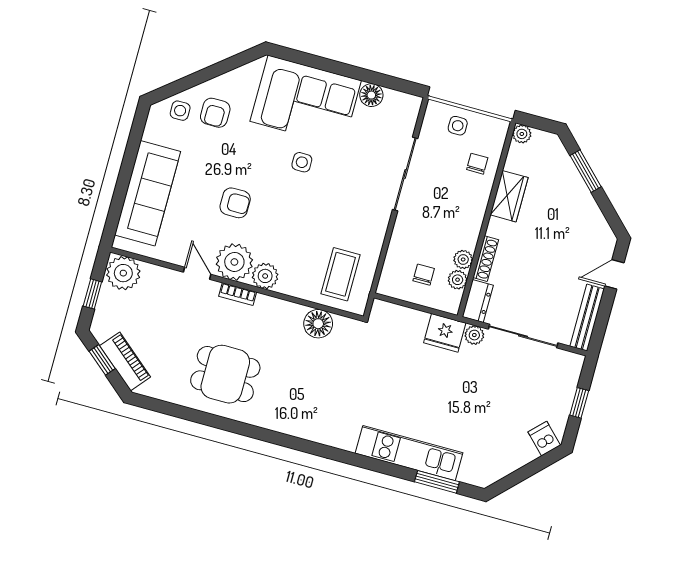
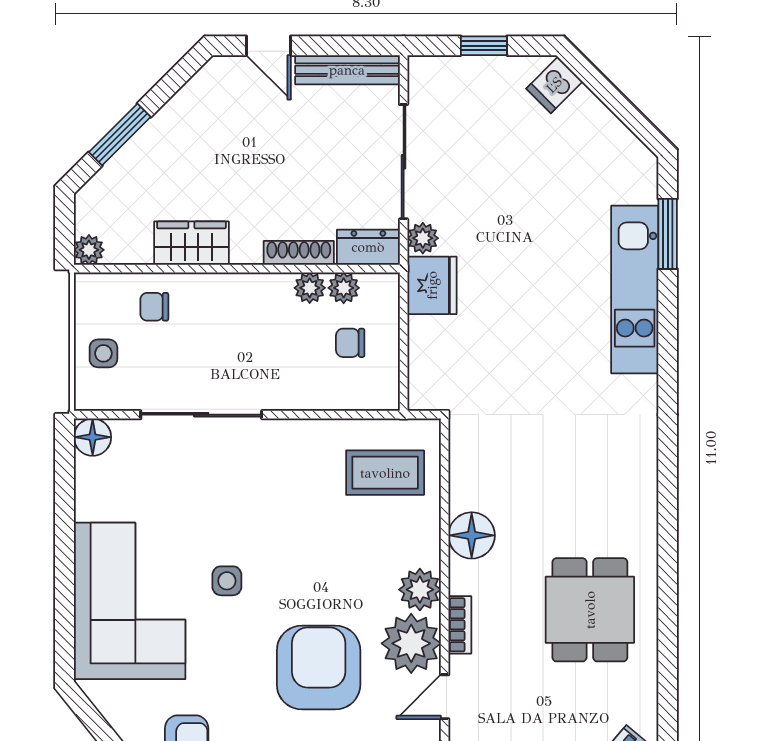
floor lamp: (371, 95) -> (93, 437), moved
armchair: (235, 203) -> (319, 668), width x1.88, depth x1.88
floor lamp: (318, 324) -> (472, 535), moved

